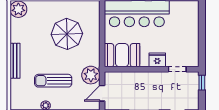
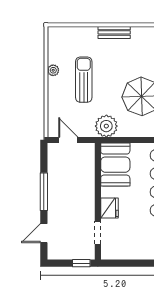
bench: (15, 61) -> (114, 32), width x0.73
plant: (91, 75) -> (106, 126), moved

